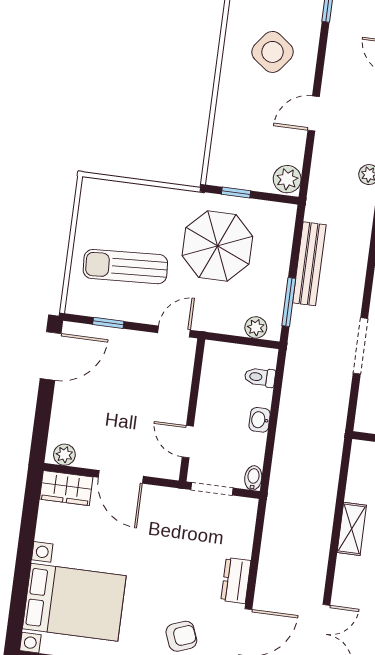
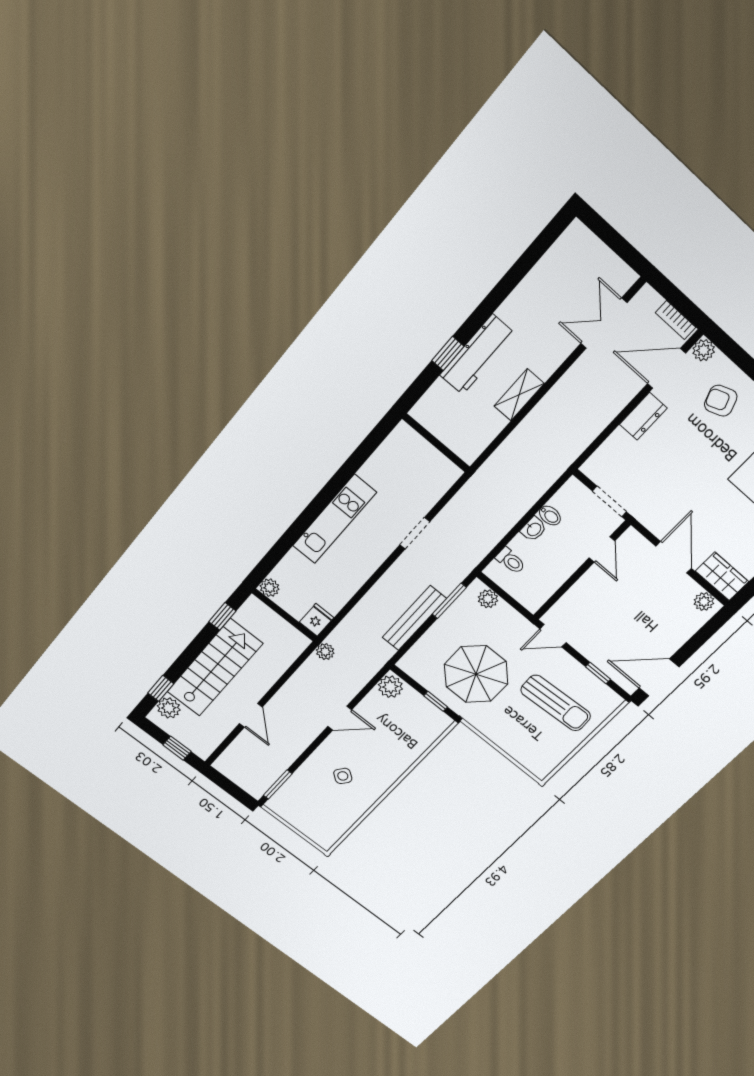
side table: (273, 52) -> (343, 776), width x0.54, depth x0.54
doorway: (360, 346) -> (415, 533), width x0.73
bidet: (253, 478) -> (550, 515), moved, turned -90

